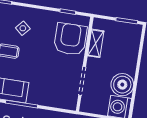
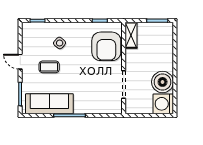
armchair: (70, 39) -> (106, 46), turned 180
shelving: (96, 43) -> (131, 35), moved

